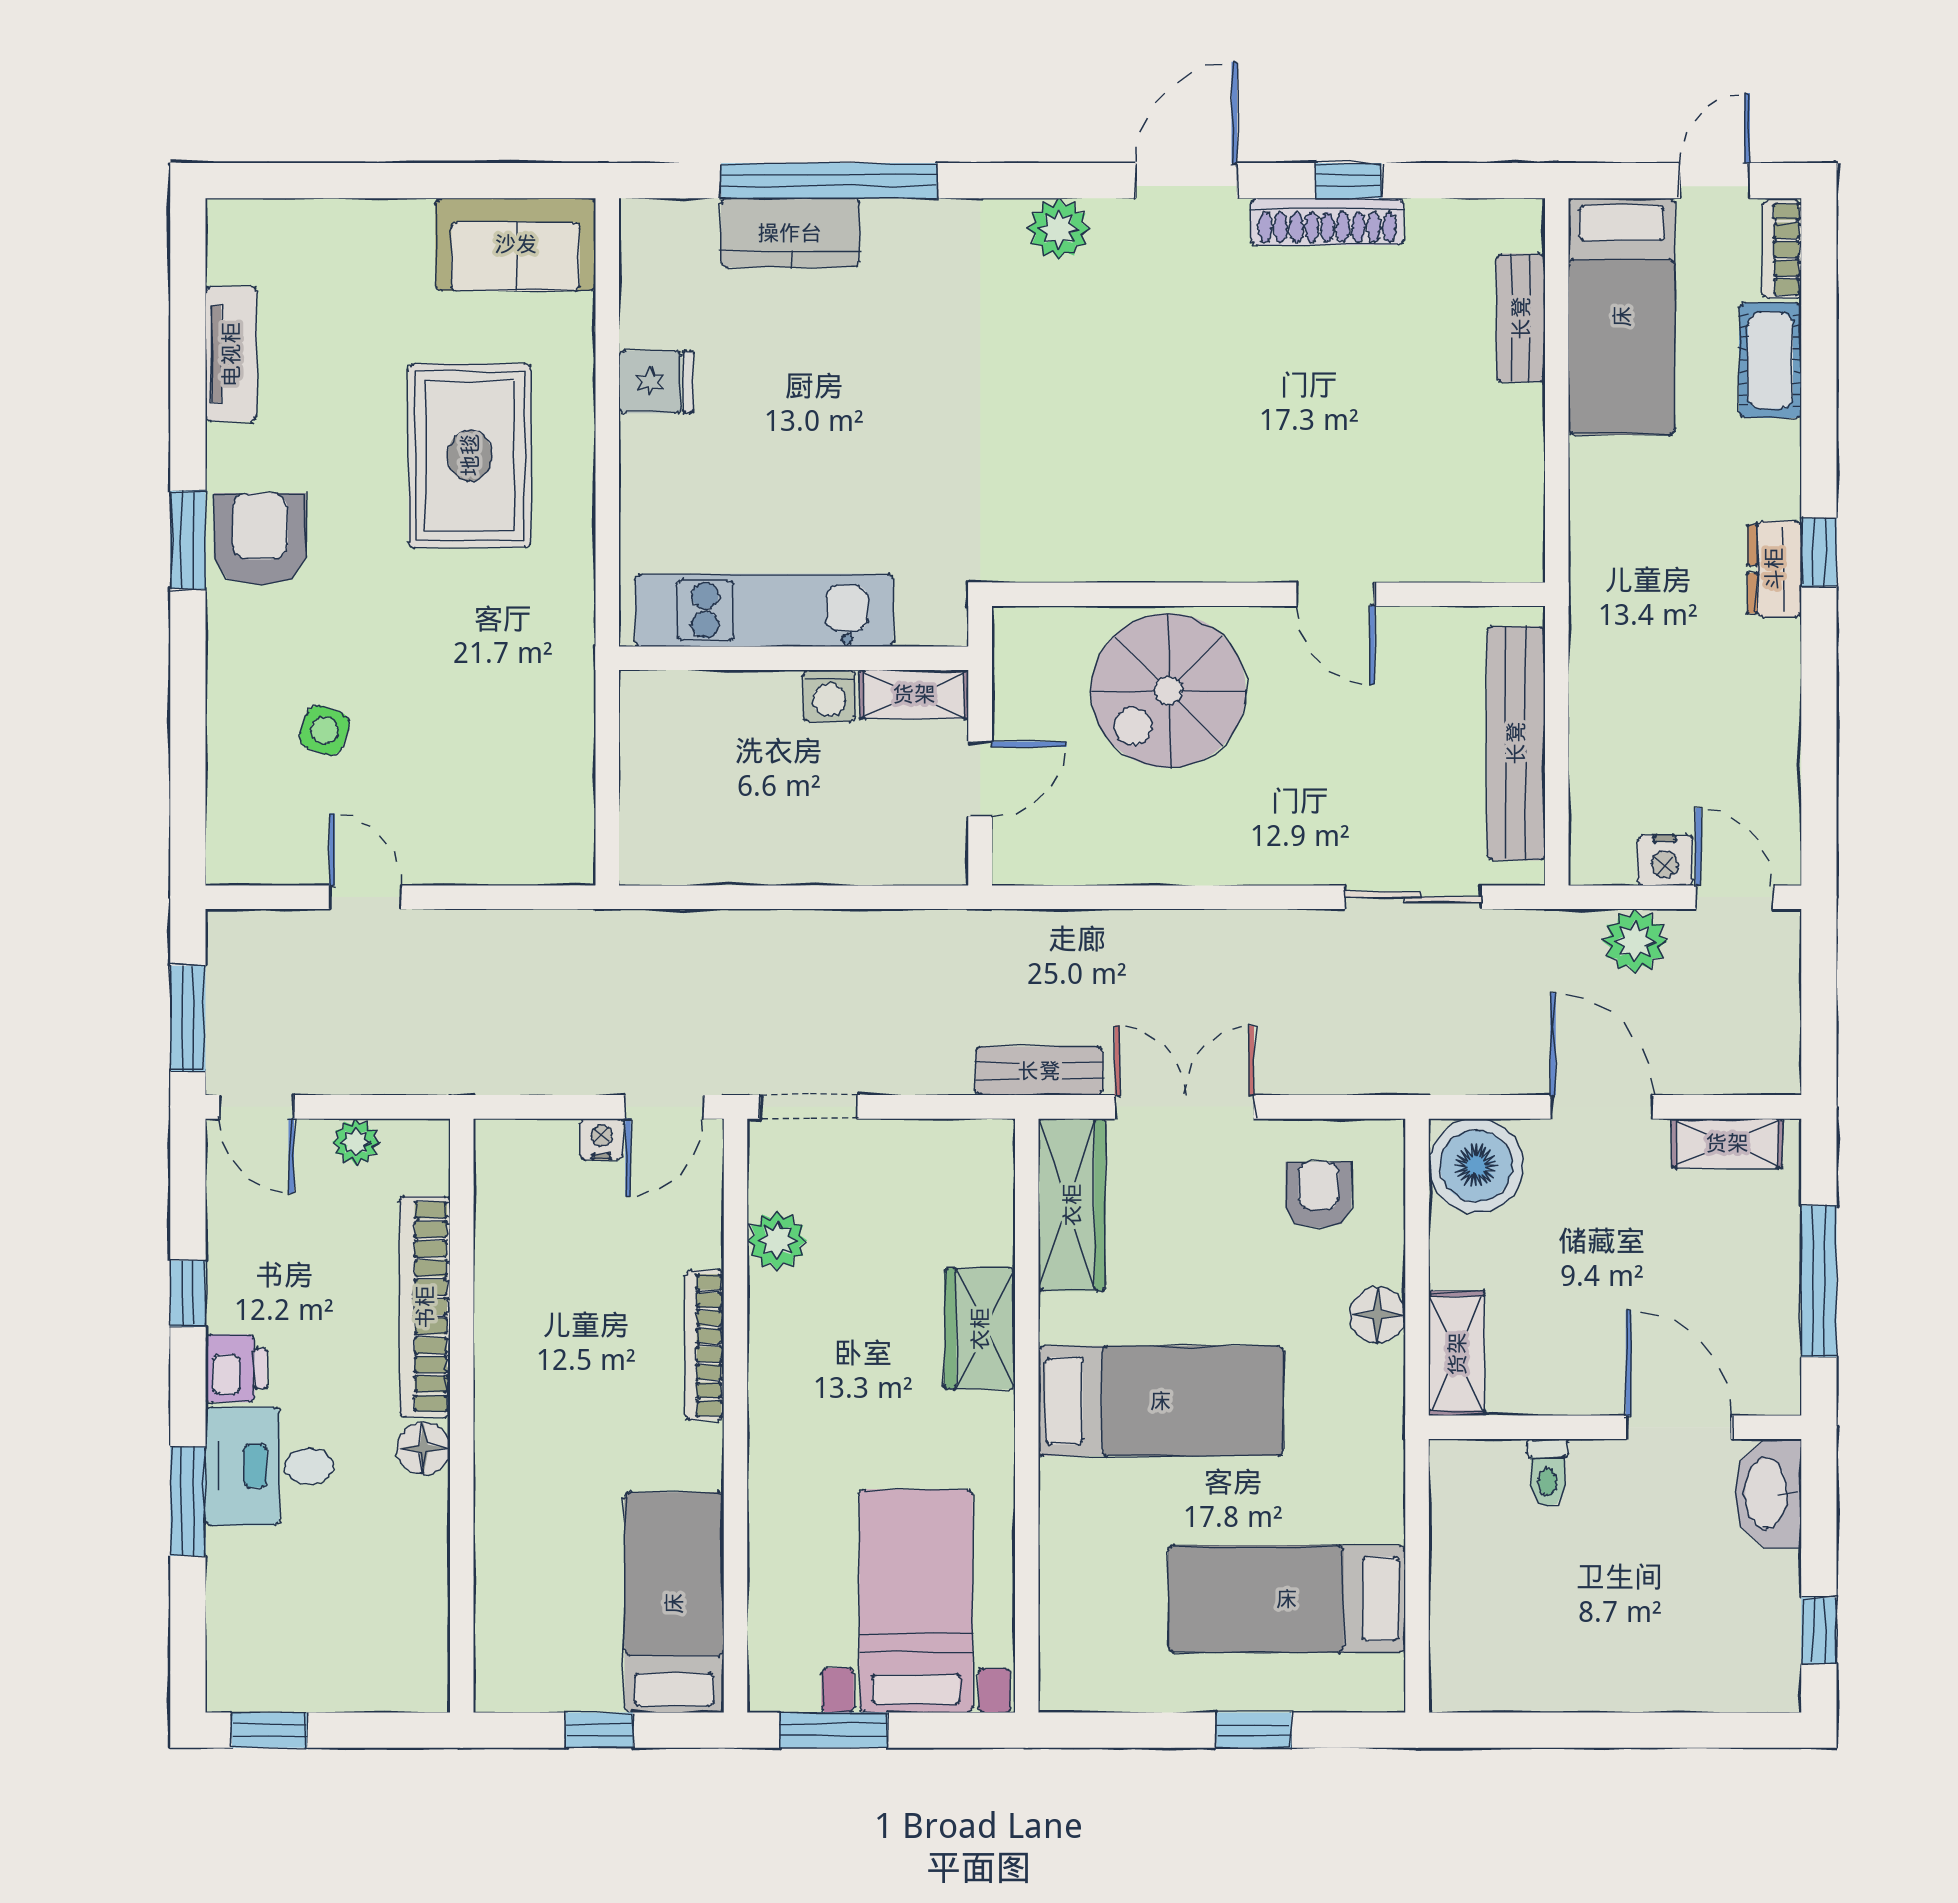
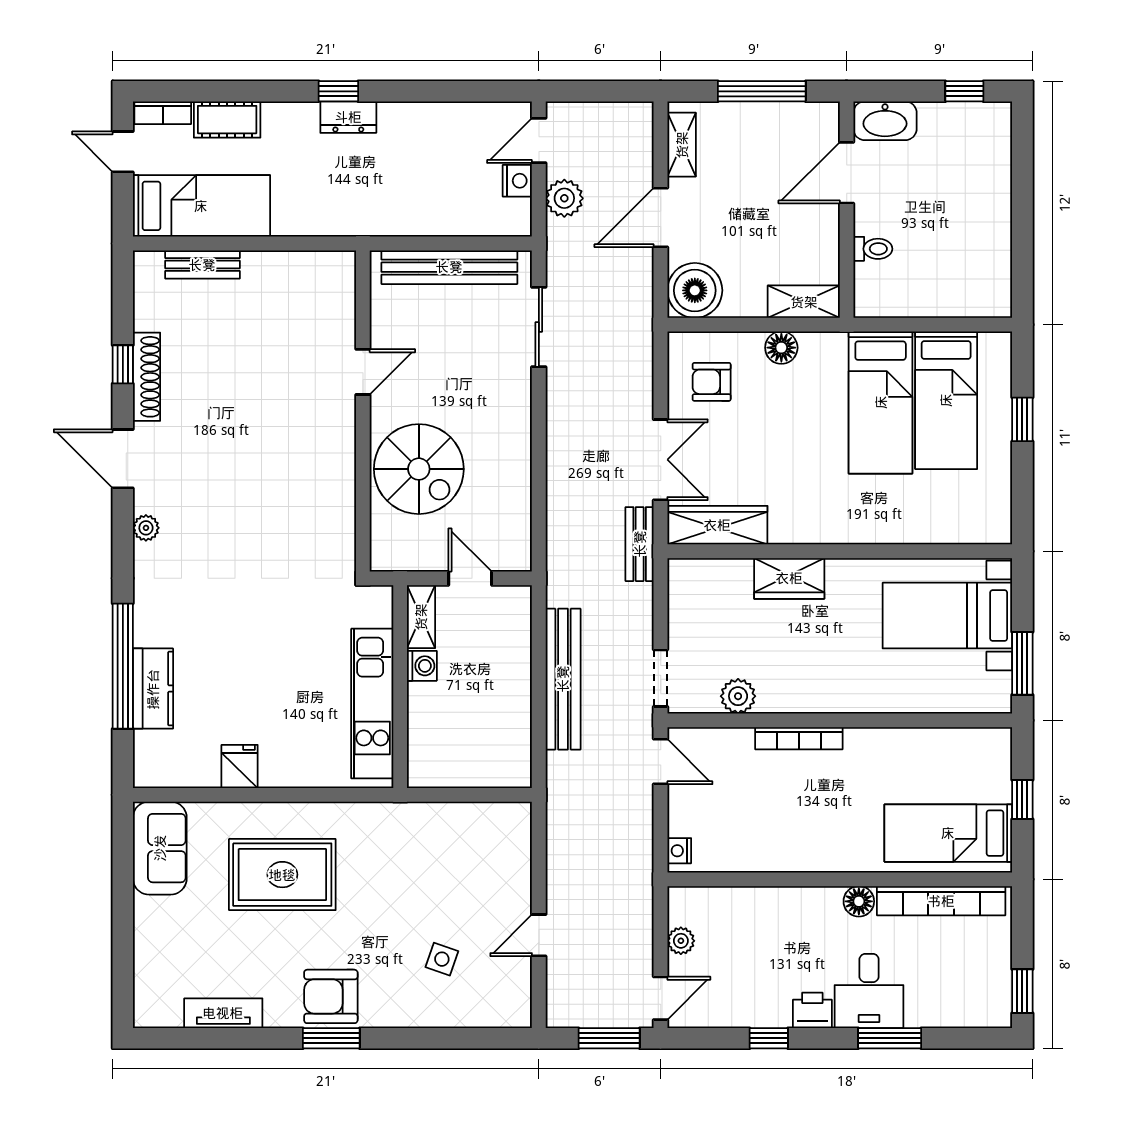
plant: (1059, 229) -> (146, 528), width x0.73, depth x0.73
bench: (806, 939) -> (563, 679), added
double door: (1184, 1107) -> (661, 460), swing flipped
nightstand: (602, 1139) -> (679, 851), moved
bookcase: (425, 1307) -> (941, 901), moved
bed: (1161, 1401) -> (881, 402), moved, turned 180
bed: (674, 1603) -> (948, 833), moved

